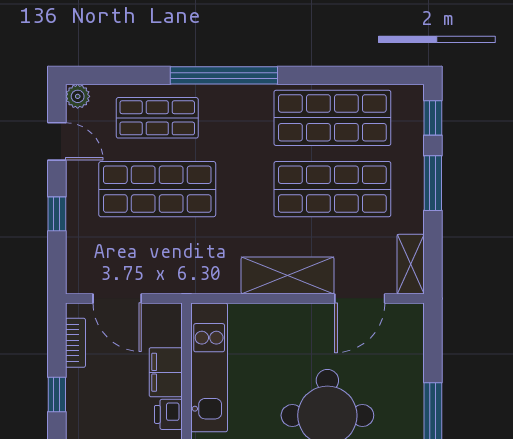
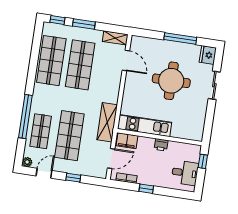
window: (224, 75) -> (25, 116), moved
shelving: (288, 276) -> (107, 122), moved
filing cabinet: (166, 372) -> (127, 141), moved

